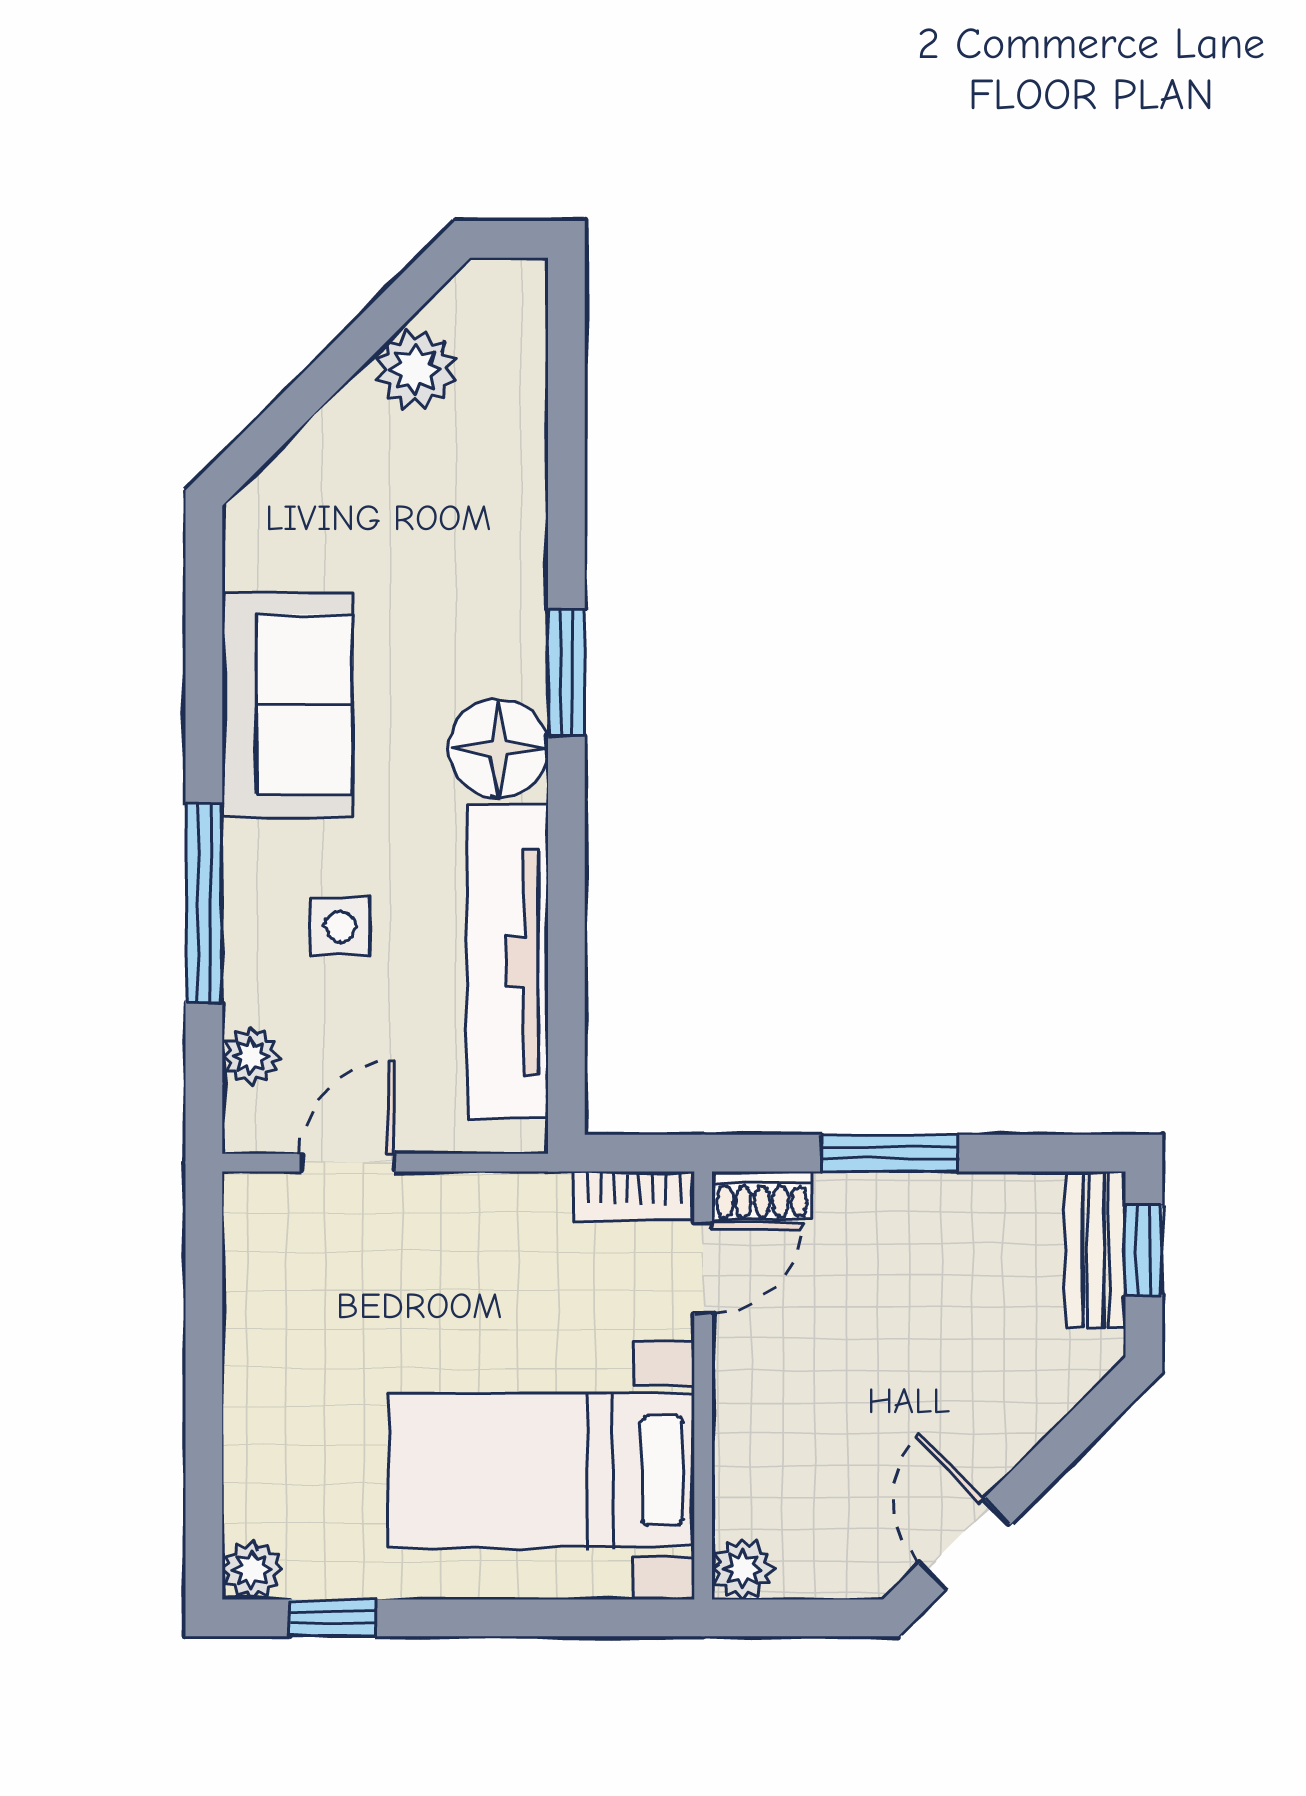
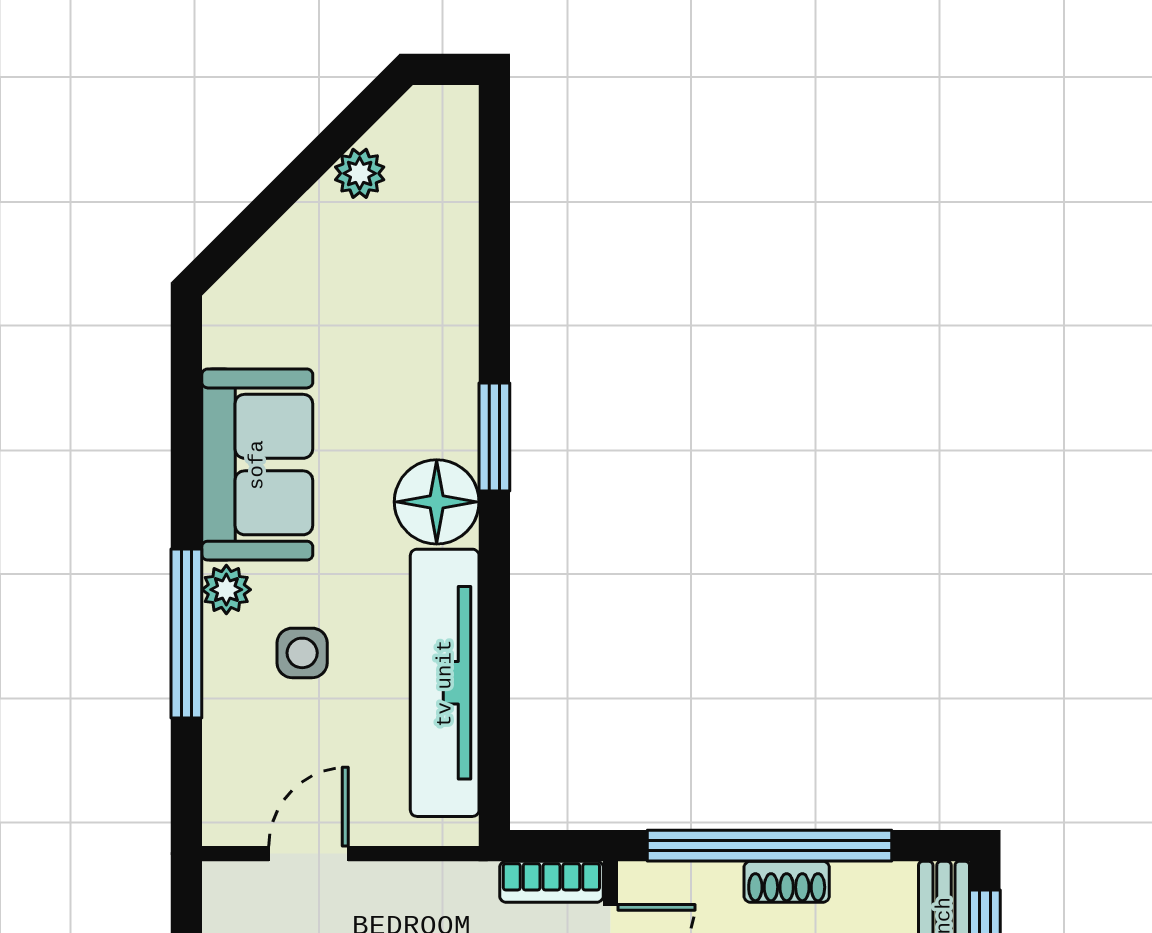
plant: (416, 370) -> (360, 173), width x0.73, depth x0.73
plant: (251, 1056) -> (226, 590), moved
window: (890, 1153) -> (769, 846), width x2.11
shoe rack: (762, 1196) -> (787, 882), moved

